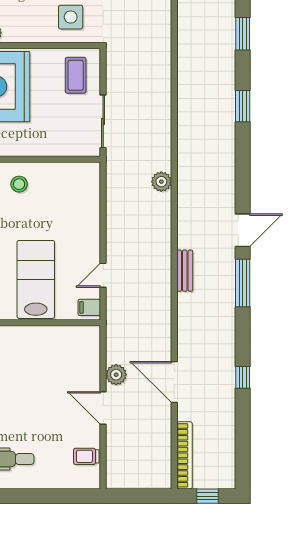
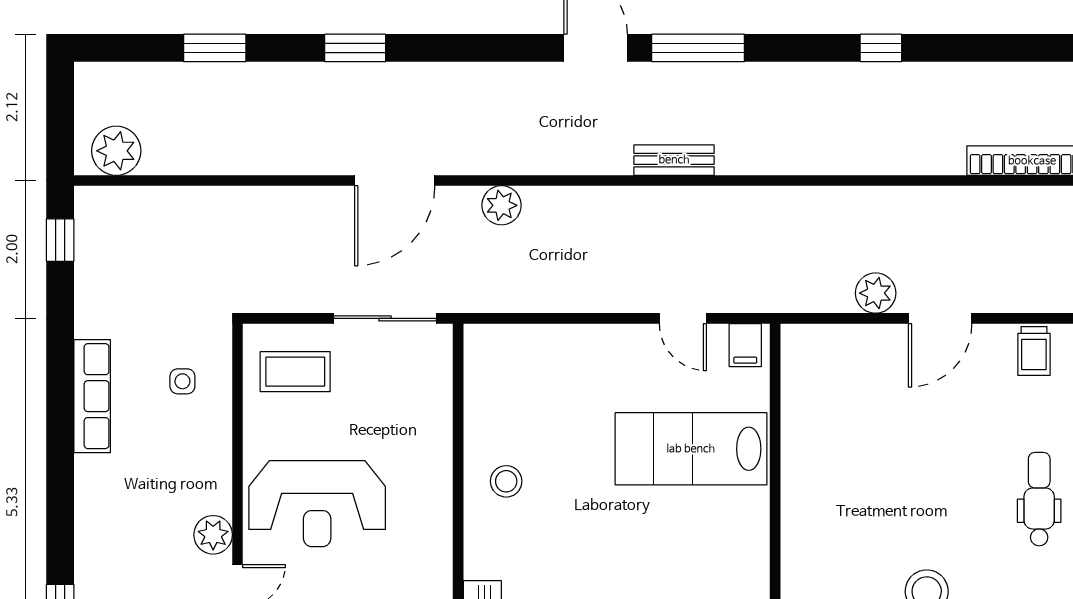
side table: (71, 17) -> (182, 381), width x0.54, depth x0.54
door: (174, 382) -> (395, 181), moved

